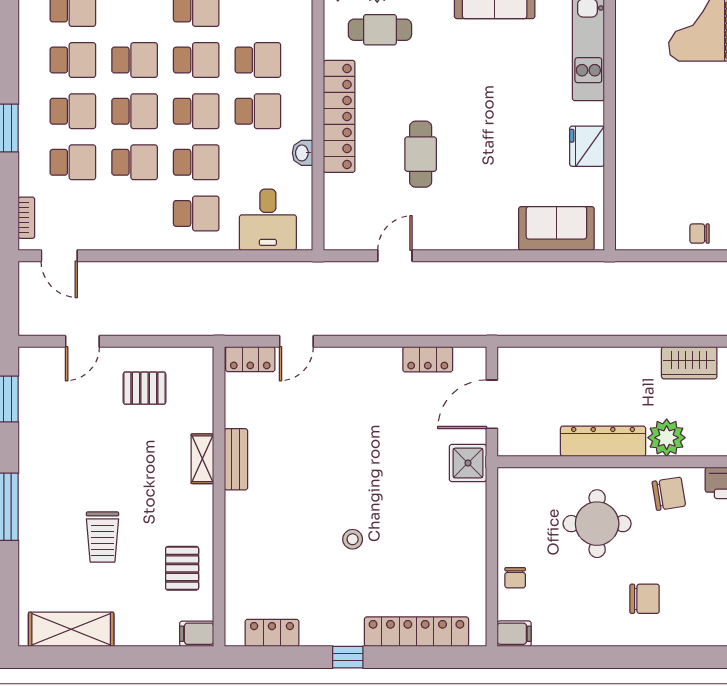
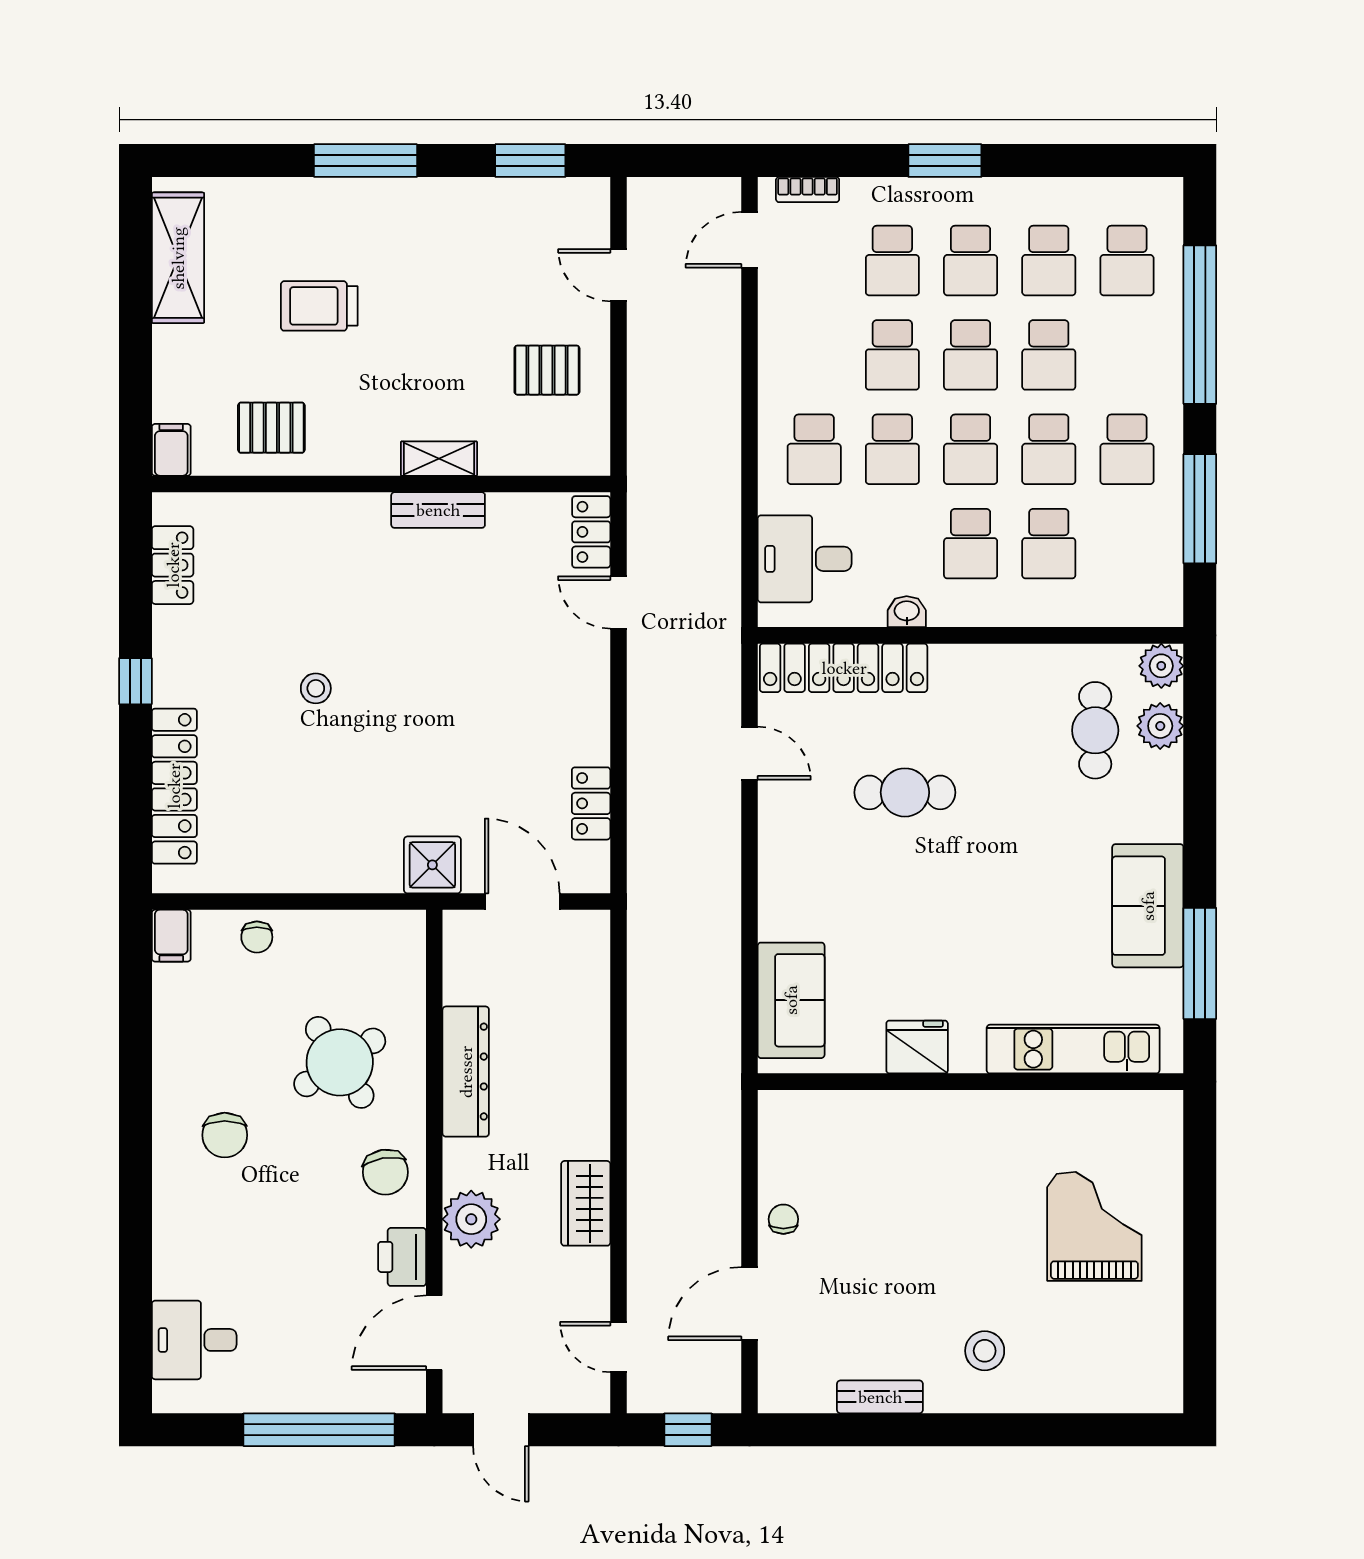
locker: (339, 116) -> (844, 668), moved
pallet: (144, 388) -> (547, 370), turned 90
plant: (667, 438) -> (471, 1219), moved
round table: (597, 524) -> (340, 1062), turned -33
chair: (515, 578) -> (257, 937), turned -90

